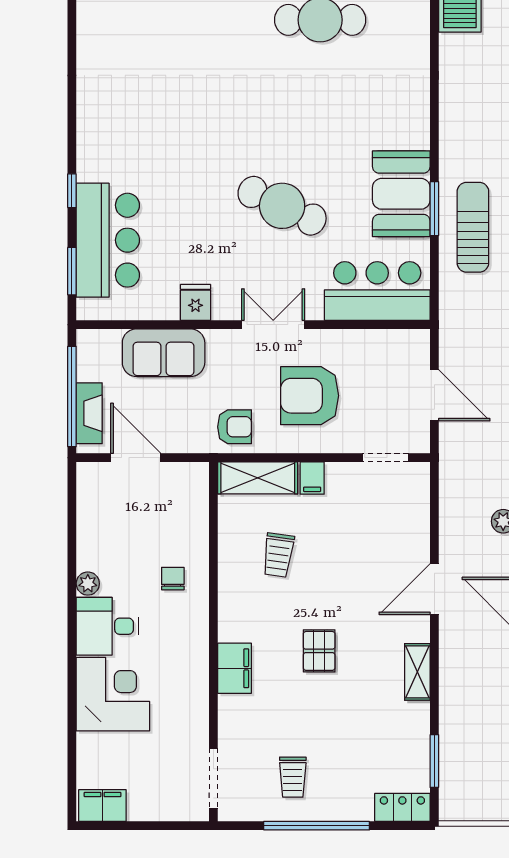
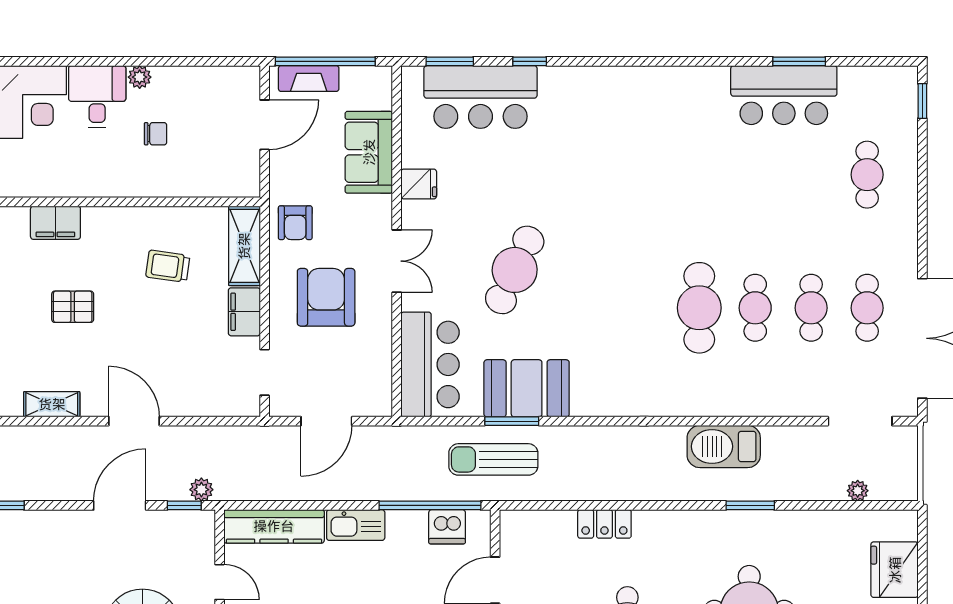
sun lounger: (473, 227) -> (493, 459), turned 180
filing cabinet: (312, 478) -> (244, 312), width x2.00
chair: (173, 579) -> (156, 134), moved

